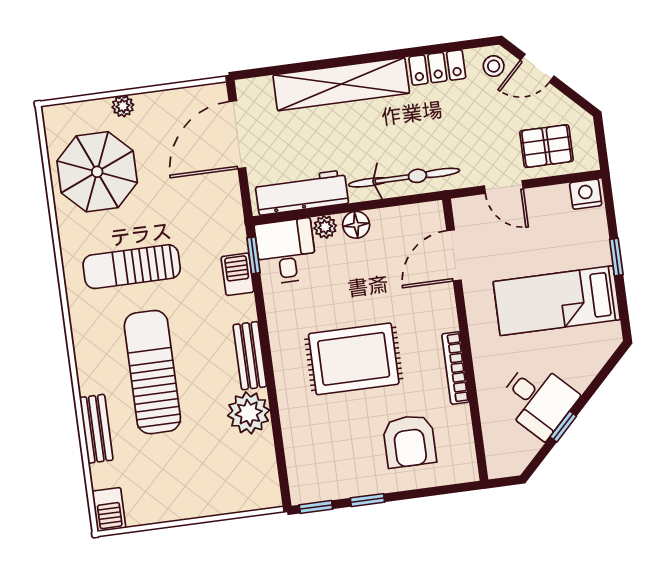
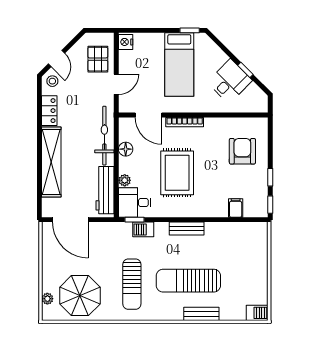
plant: (123, 106) -> (47, 299), moved
floor lamp: (356, 225) -> (126, 149), moved
window: (616, 257) -> (190, 30), moved
rug: (354, 359) -> (177, 173), moved
bookcase: (455, 368) -> (185, 122), moved
plant: (249, 413) -> (216, 233), removed
bench: (96, 429) -> (201, 314), moved
armchair: (409, 441) -> (242, 151), turned -90
filing cabinet: (301, 443) -> (236, 208), added

